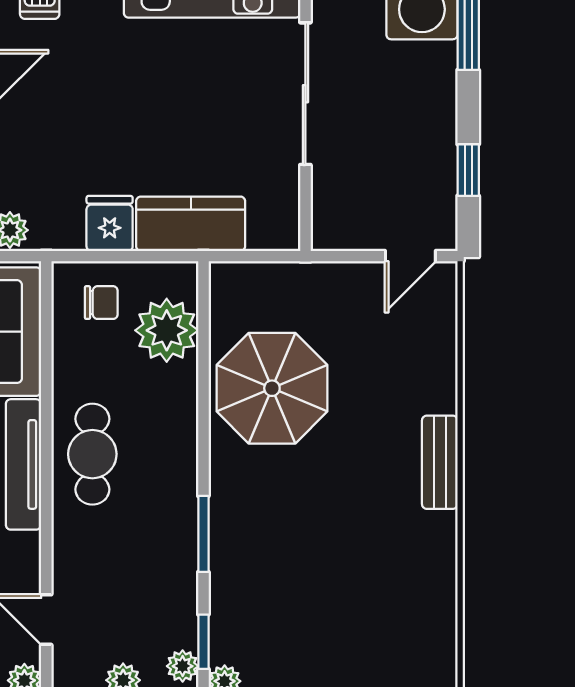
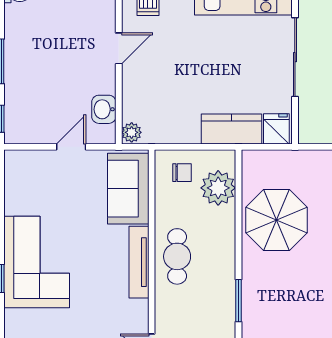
fridge: (110, 223) -> (276, 129), moved

